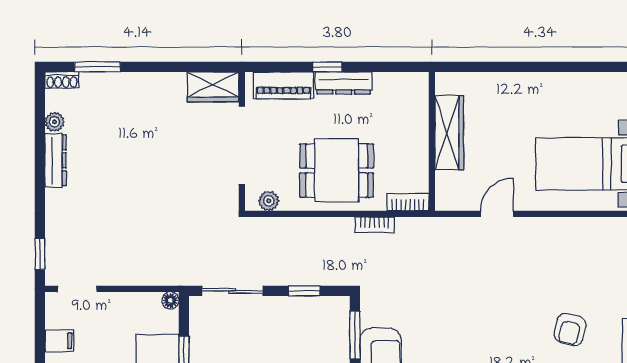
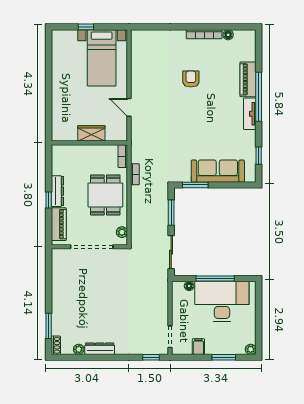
wardrobe: (213, 87) -> (60, 263), removed
wardrobe: (449, 133) -> (91, 133), width x0.67
window: (304, 291) -> (171, 213), width x1.50
floor lamp: (170, 300) -> (189, 286), moved
armchair: (570, 329) -> (191, 79), moved, turned -104

